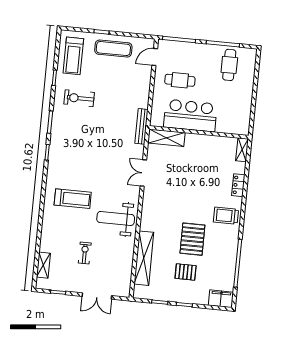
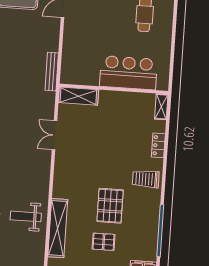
cafe table: (180, 80) -> (91, 33), removed
bar counter: (190, 116) -> (128, 73), moved
bench: (141, 126) -> (52, 72), moved
weight bench: (116, 218) -> (26, 216), moved, width x0.73, depth x0.75

